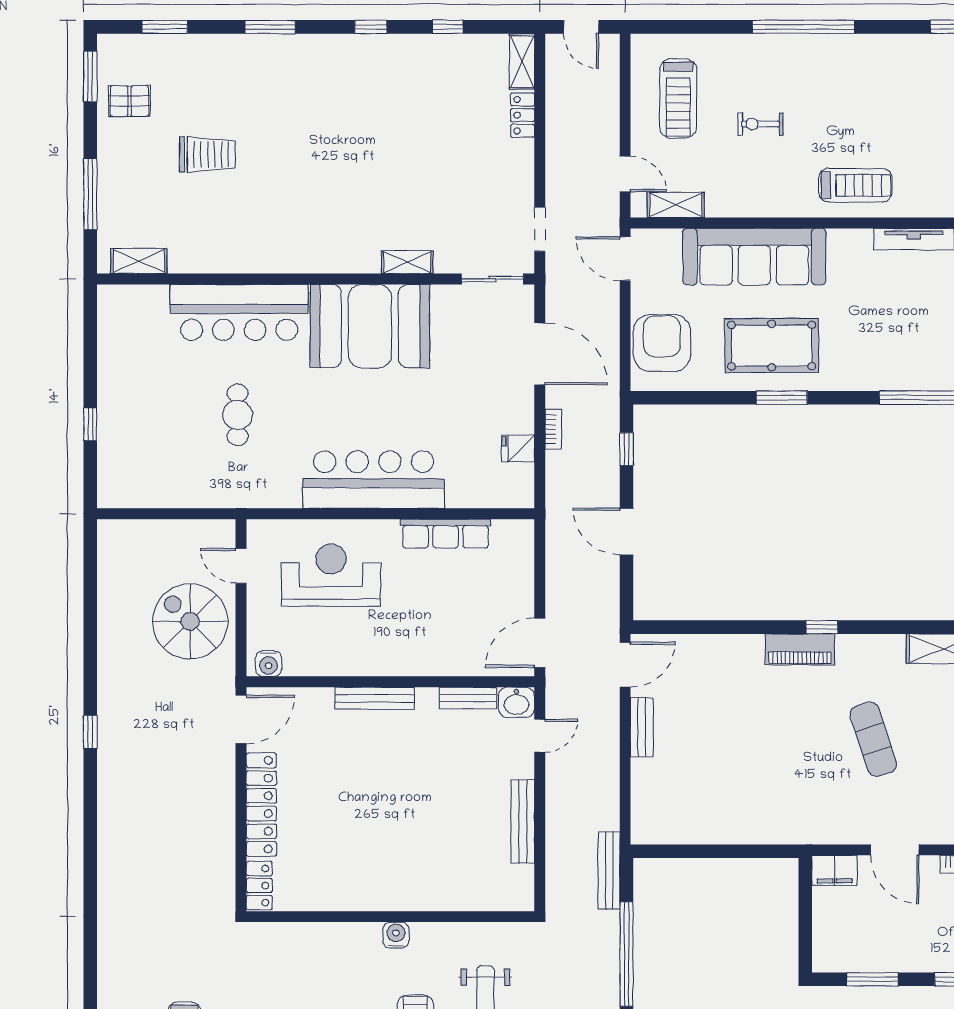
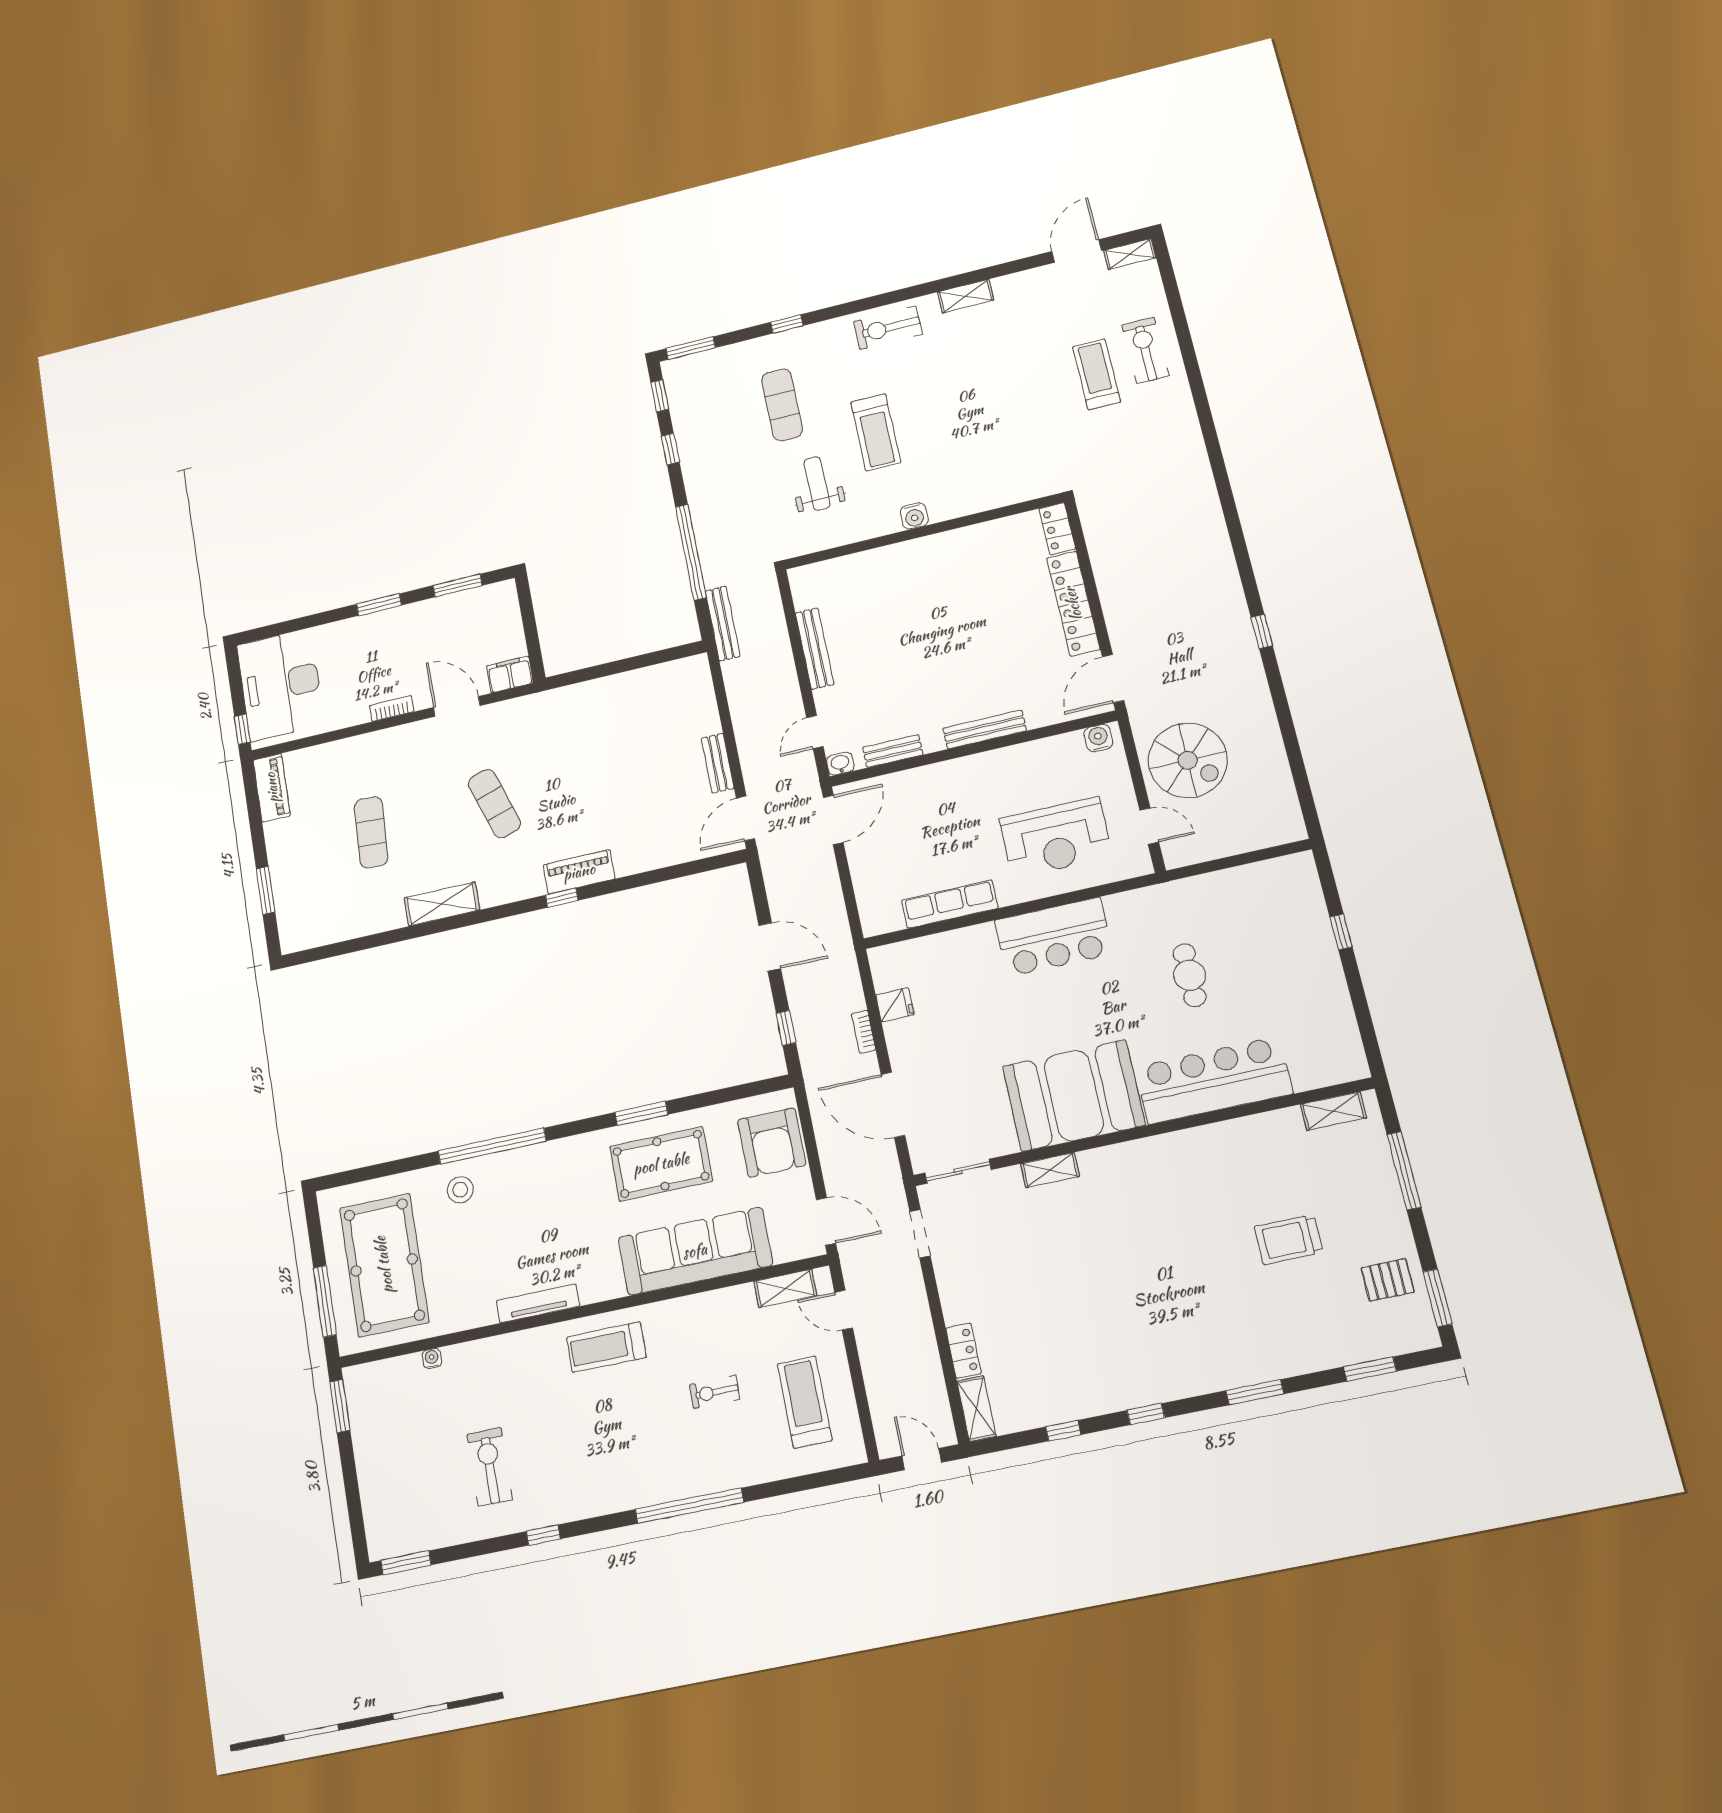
exercise bike: (760, 124) -> (715, 1392), turned 180
bar counter: (374, 480) -> (1054, 937), width x0.73
washbasin: (516, 702) -> (840, 764), width x0.72, depth x0.69

